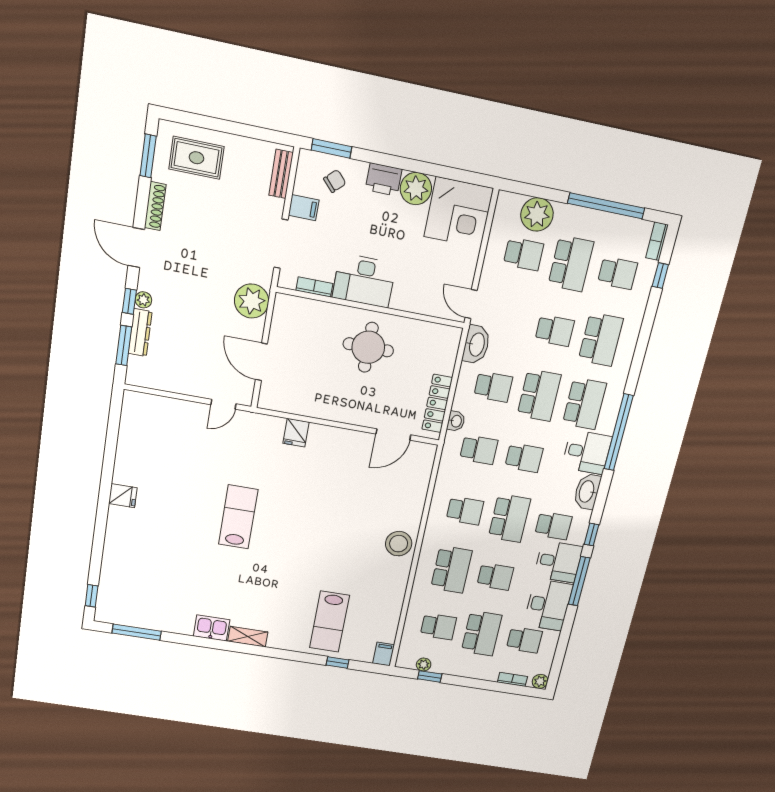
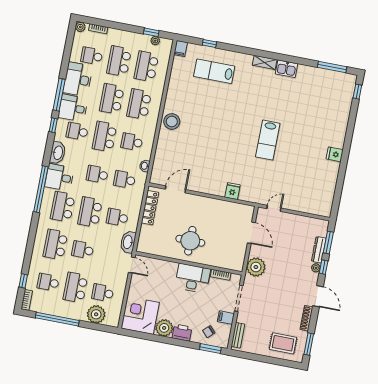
washbasin: (456, 421) -> (145, 166), moved
school desk: (495, 577) -> (112, 99), width x1.85
lab bench: (329, 622) -> (214, 71), turned -90
school desk: (438, 626) -> (146, 66), width x1.85

